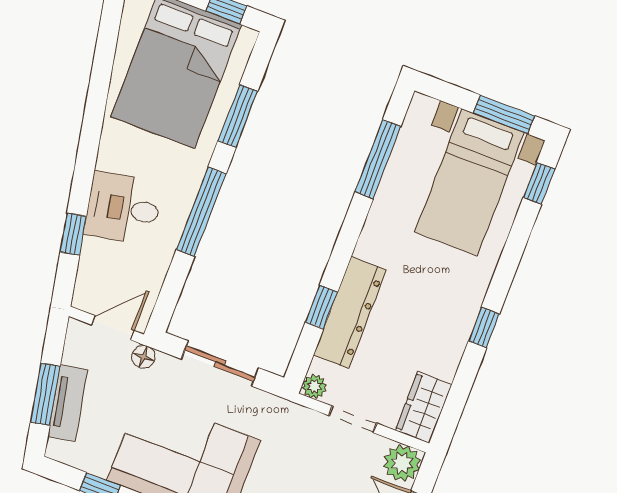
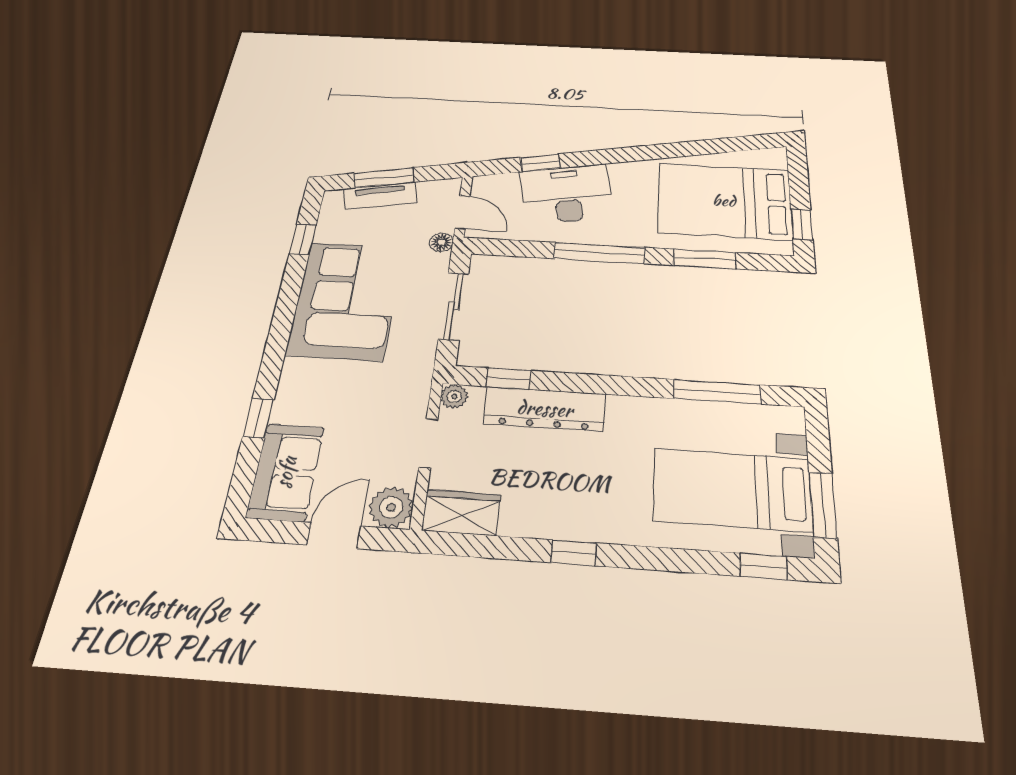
desk: (123, 208) -> (567, 194), width x1.37
window: (321, 307) -> (509, 379), moved

